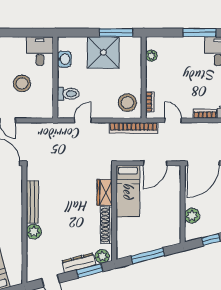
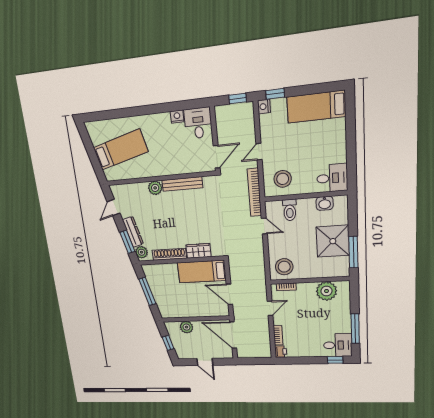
plant: (151, 56) -> (327, 291), width x1.87, depth x1.87
stool: (22, 83) -> (283, 179), moved
bookcase: (134, 128) -> (254, 192), moved

